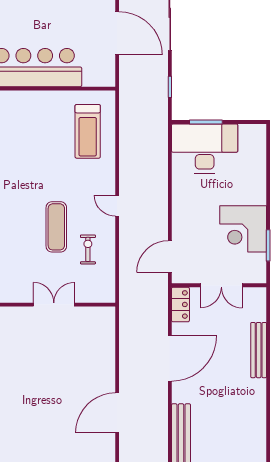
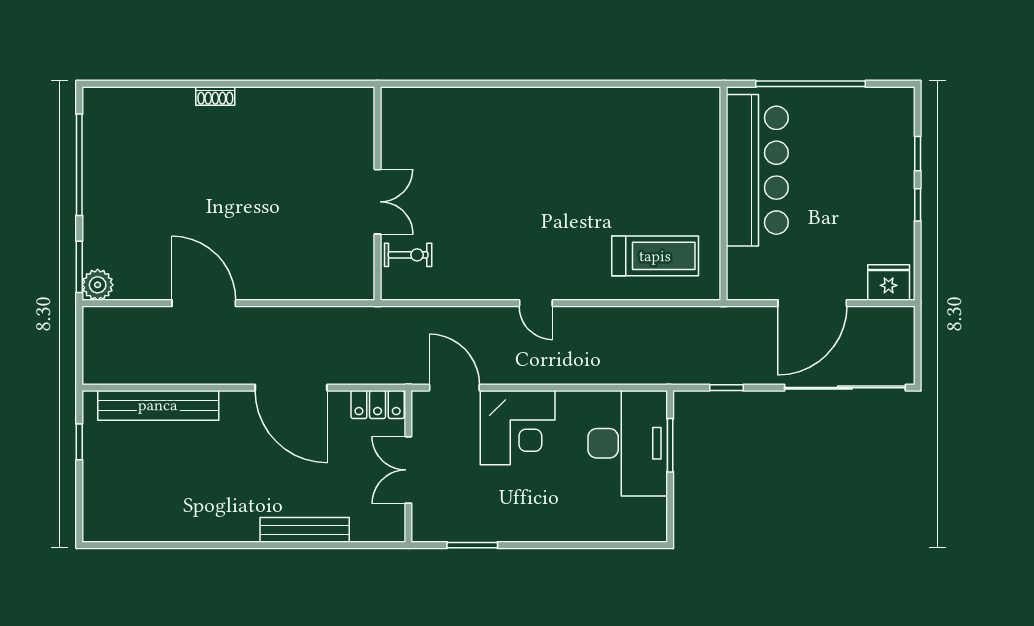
treadmill: (88, 131) -> (655, 256), turned 180
door: (117, 206) -> (536, 303), swing flipped
exercise mat: (56, 227) -> (502, 206), removed
corner desk: (243, 229) -> (518, 428), moved, turned 180
exercise bike: (88, 249) -> (408, 255), moved

